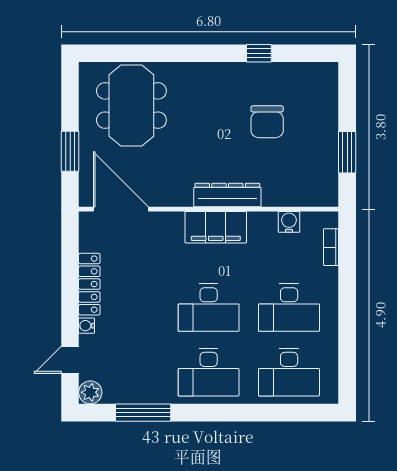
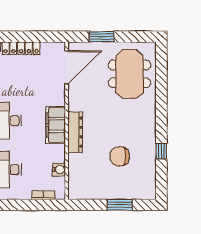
meeting table: (131, 106) -> (130, 74), turned 90
window: (347, 152) -> (120, 205), moved

